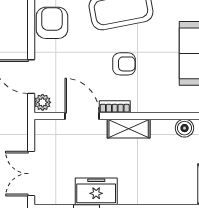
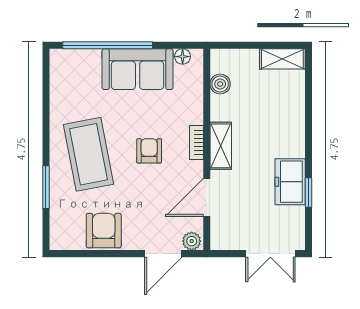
armchair: (52, 23) -> (104, 231), turned 90
bookcase: (115, 107) -> (196, 143), moved

